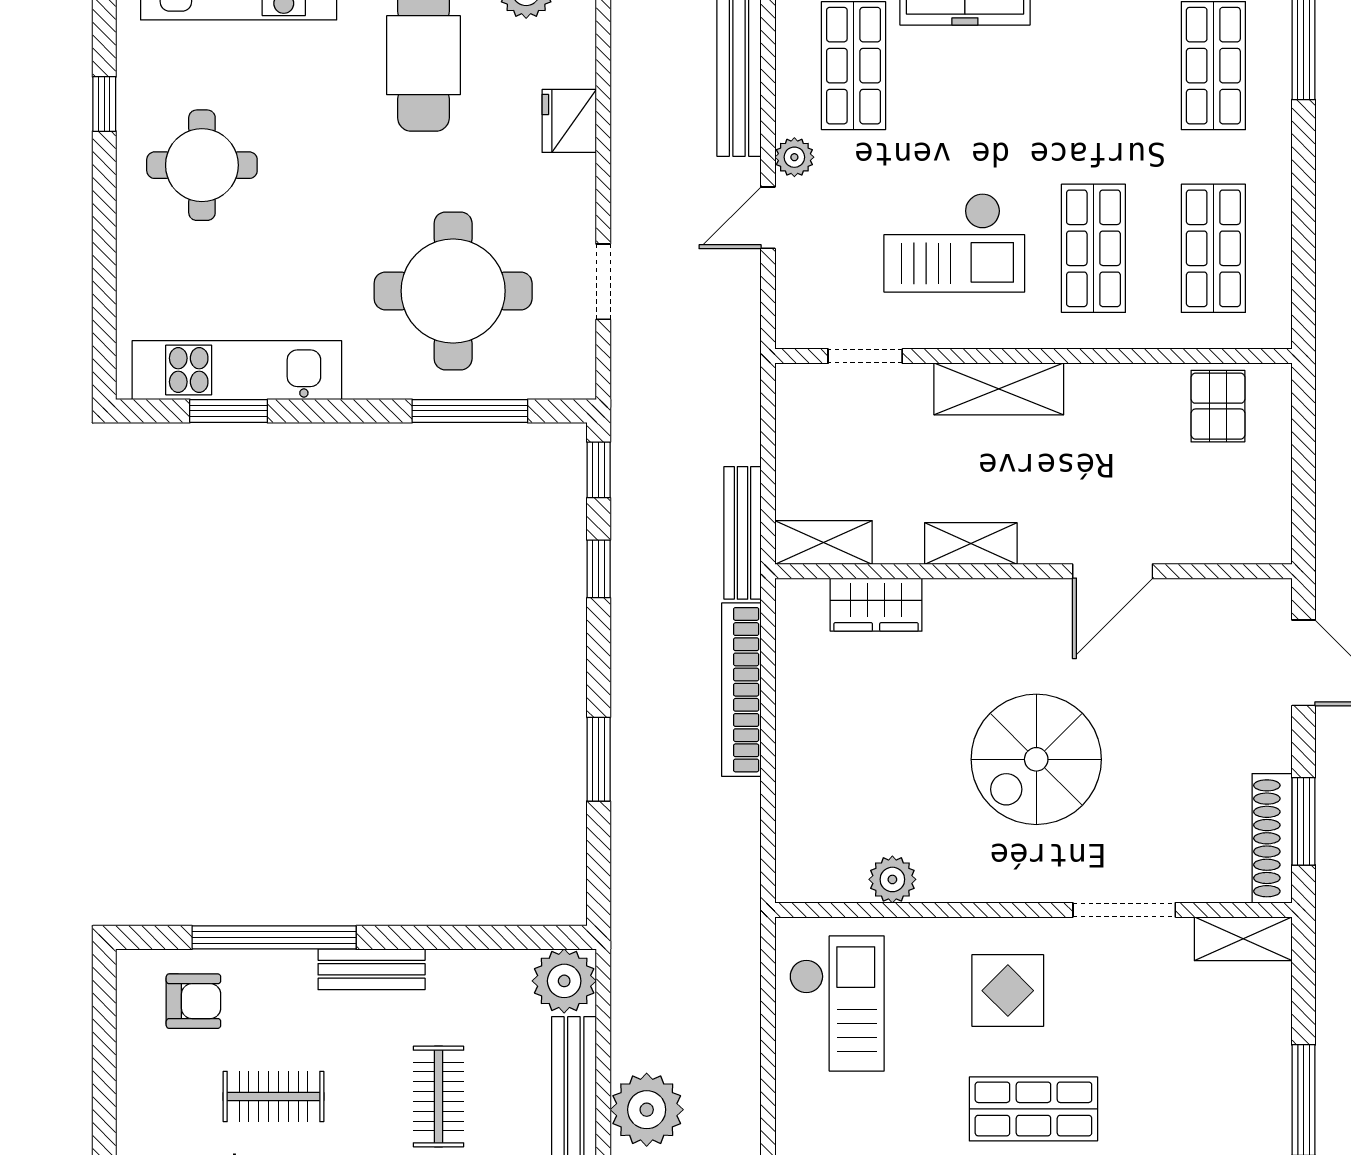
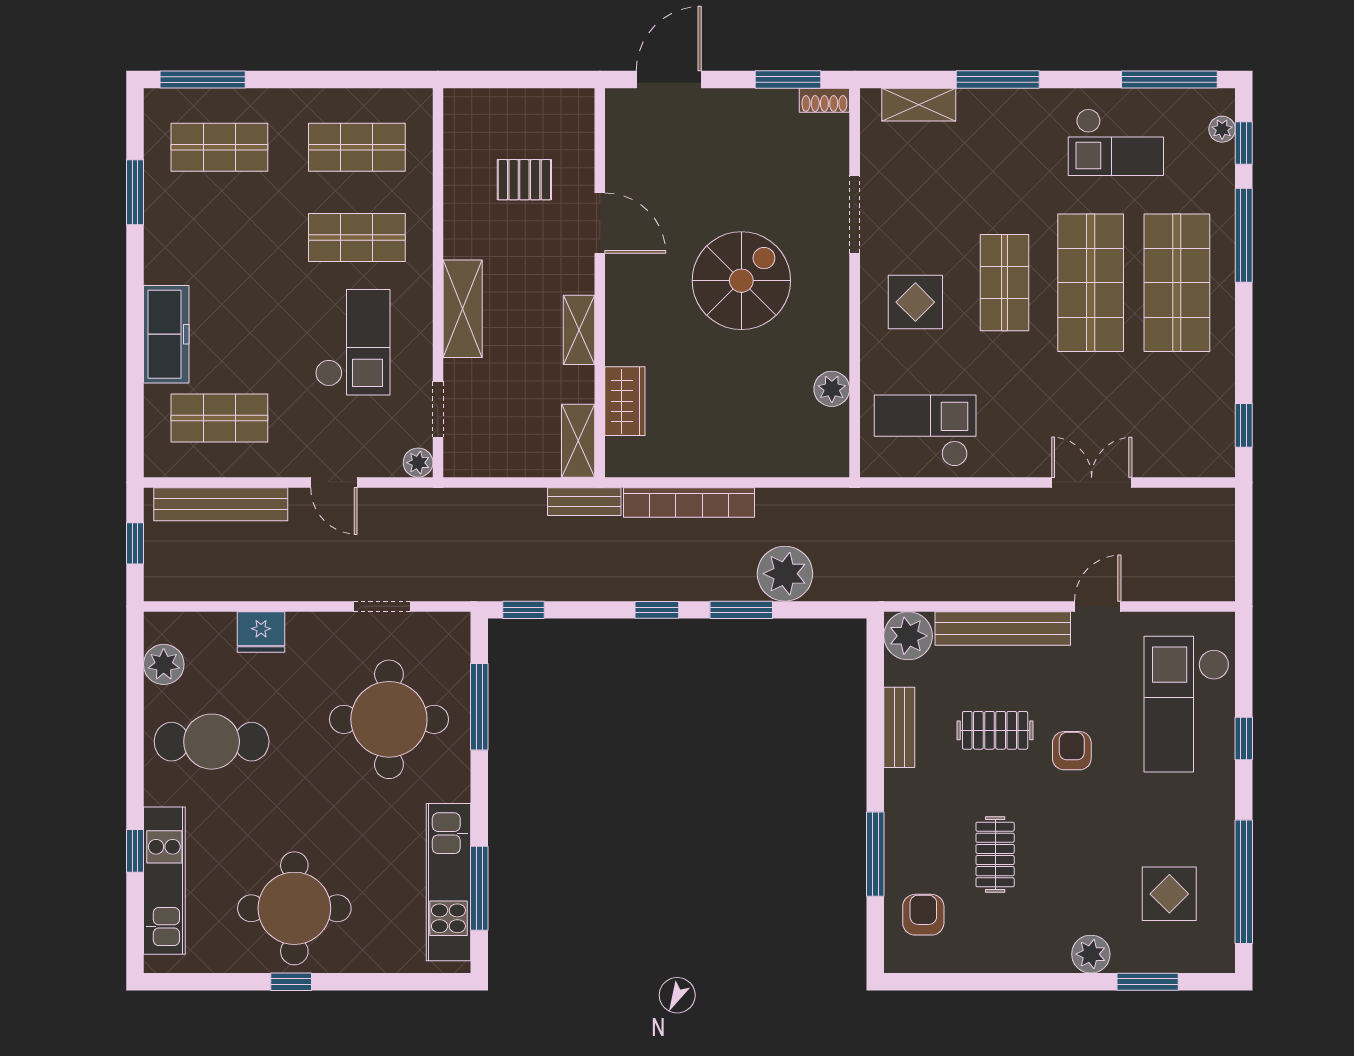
window: (104, 104) -> (291, 982), moved
plant: (794, 157) -> (418, 463), moved
round table: (202, 165) -> (294, 908), width x1.36, depth x1.36
pallet: (1218, 406) -> (524, 180), moved
window: (229, 411) -> (479, 888), width x1.44
bench: (743, 533) -> (584, 502), width x0.73
window: (599, 569) -> (657, 610), moved
spiral stairs: (1036, 759) -> (741, 281), turned -90
shoe rack: (1272, 838) -> (824, 100), width x0.51, depth x0.81
window: (274, 937) -> (875, 854), width x0.68
shelving: (1243, 939) -> (919, 105), moved, turned 90
bench: (372, 969) -> (899, 727), moved
plant: (647, 1110) -> (785, 574), moved

